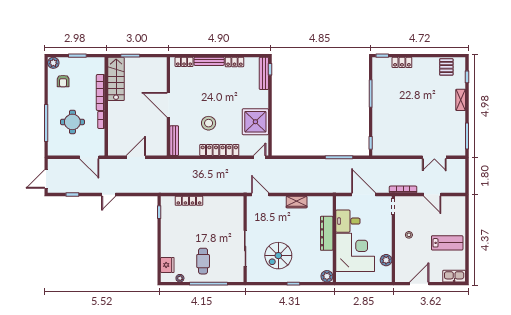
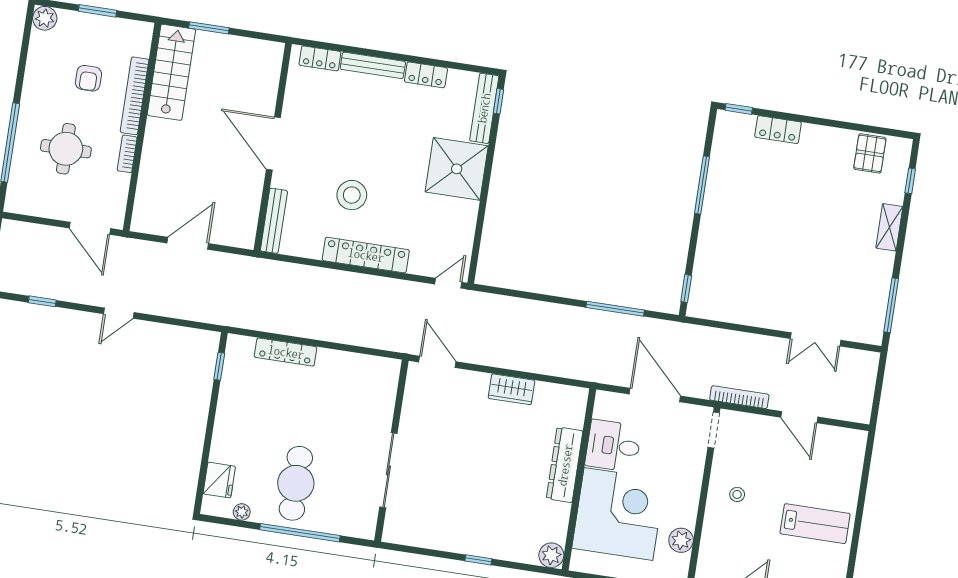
armchair: (63, 81) -> (88, 78), moved
shower: (255, 122) -> (457, 169), moved
spiral stairs: (278, 256) -> (456, 496), removed
cafe table: (203, 261) -> (296, 483), width x1.37, depth x1.35

